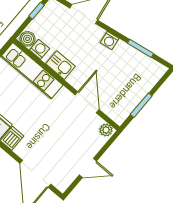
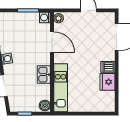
washing machine: (40, 49) -> (45, 17), moved
door: (87, 102) -> (52, 42), swing flipped

